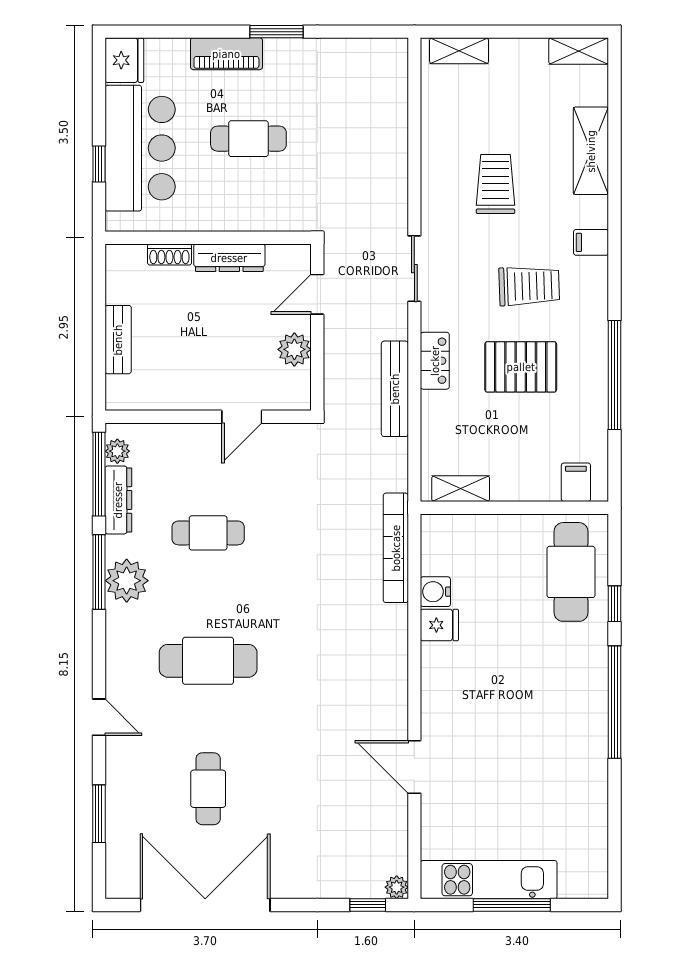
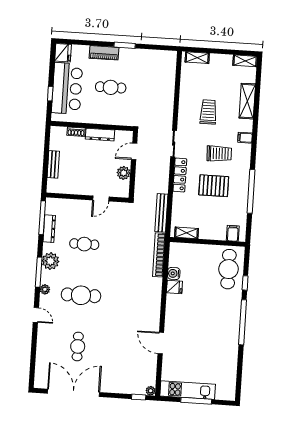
locker: (435, 361) -> (180, 175), width x1.53
bench: (395, 389) -> (161, 213), moved
plant: (117, 451) -> (45, 289), moved
window: (99, 572) -> (39, 272), moved
window: (99, 814) -> (33, 354), removed

